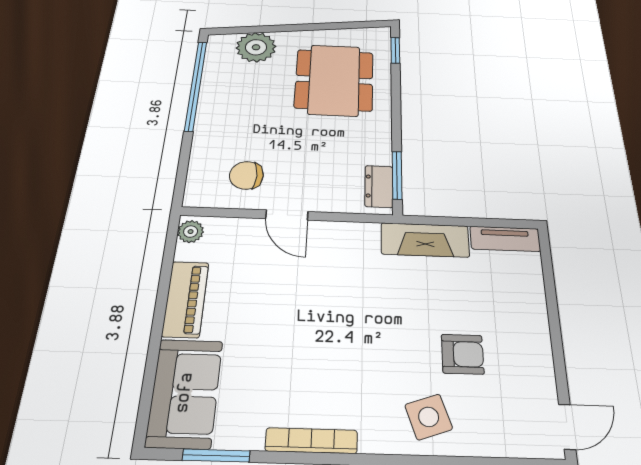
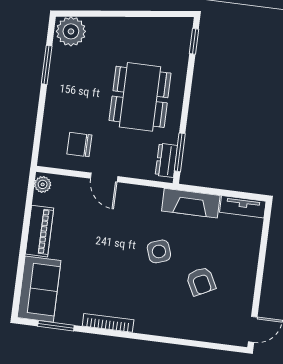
plant: (256, 47) -> (71, 31), moved
dining table: (334, 80) -> (140, 97), moved
window: (196, 85) -> (47, 65), width x0.47
armchair: (463, 354) -> (201, 281), turned 63
side table: (429, 417) -> (159, 251), moved

